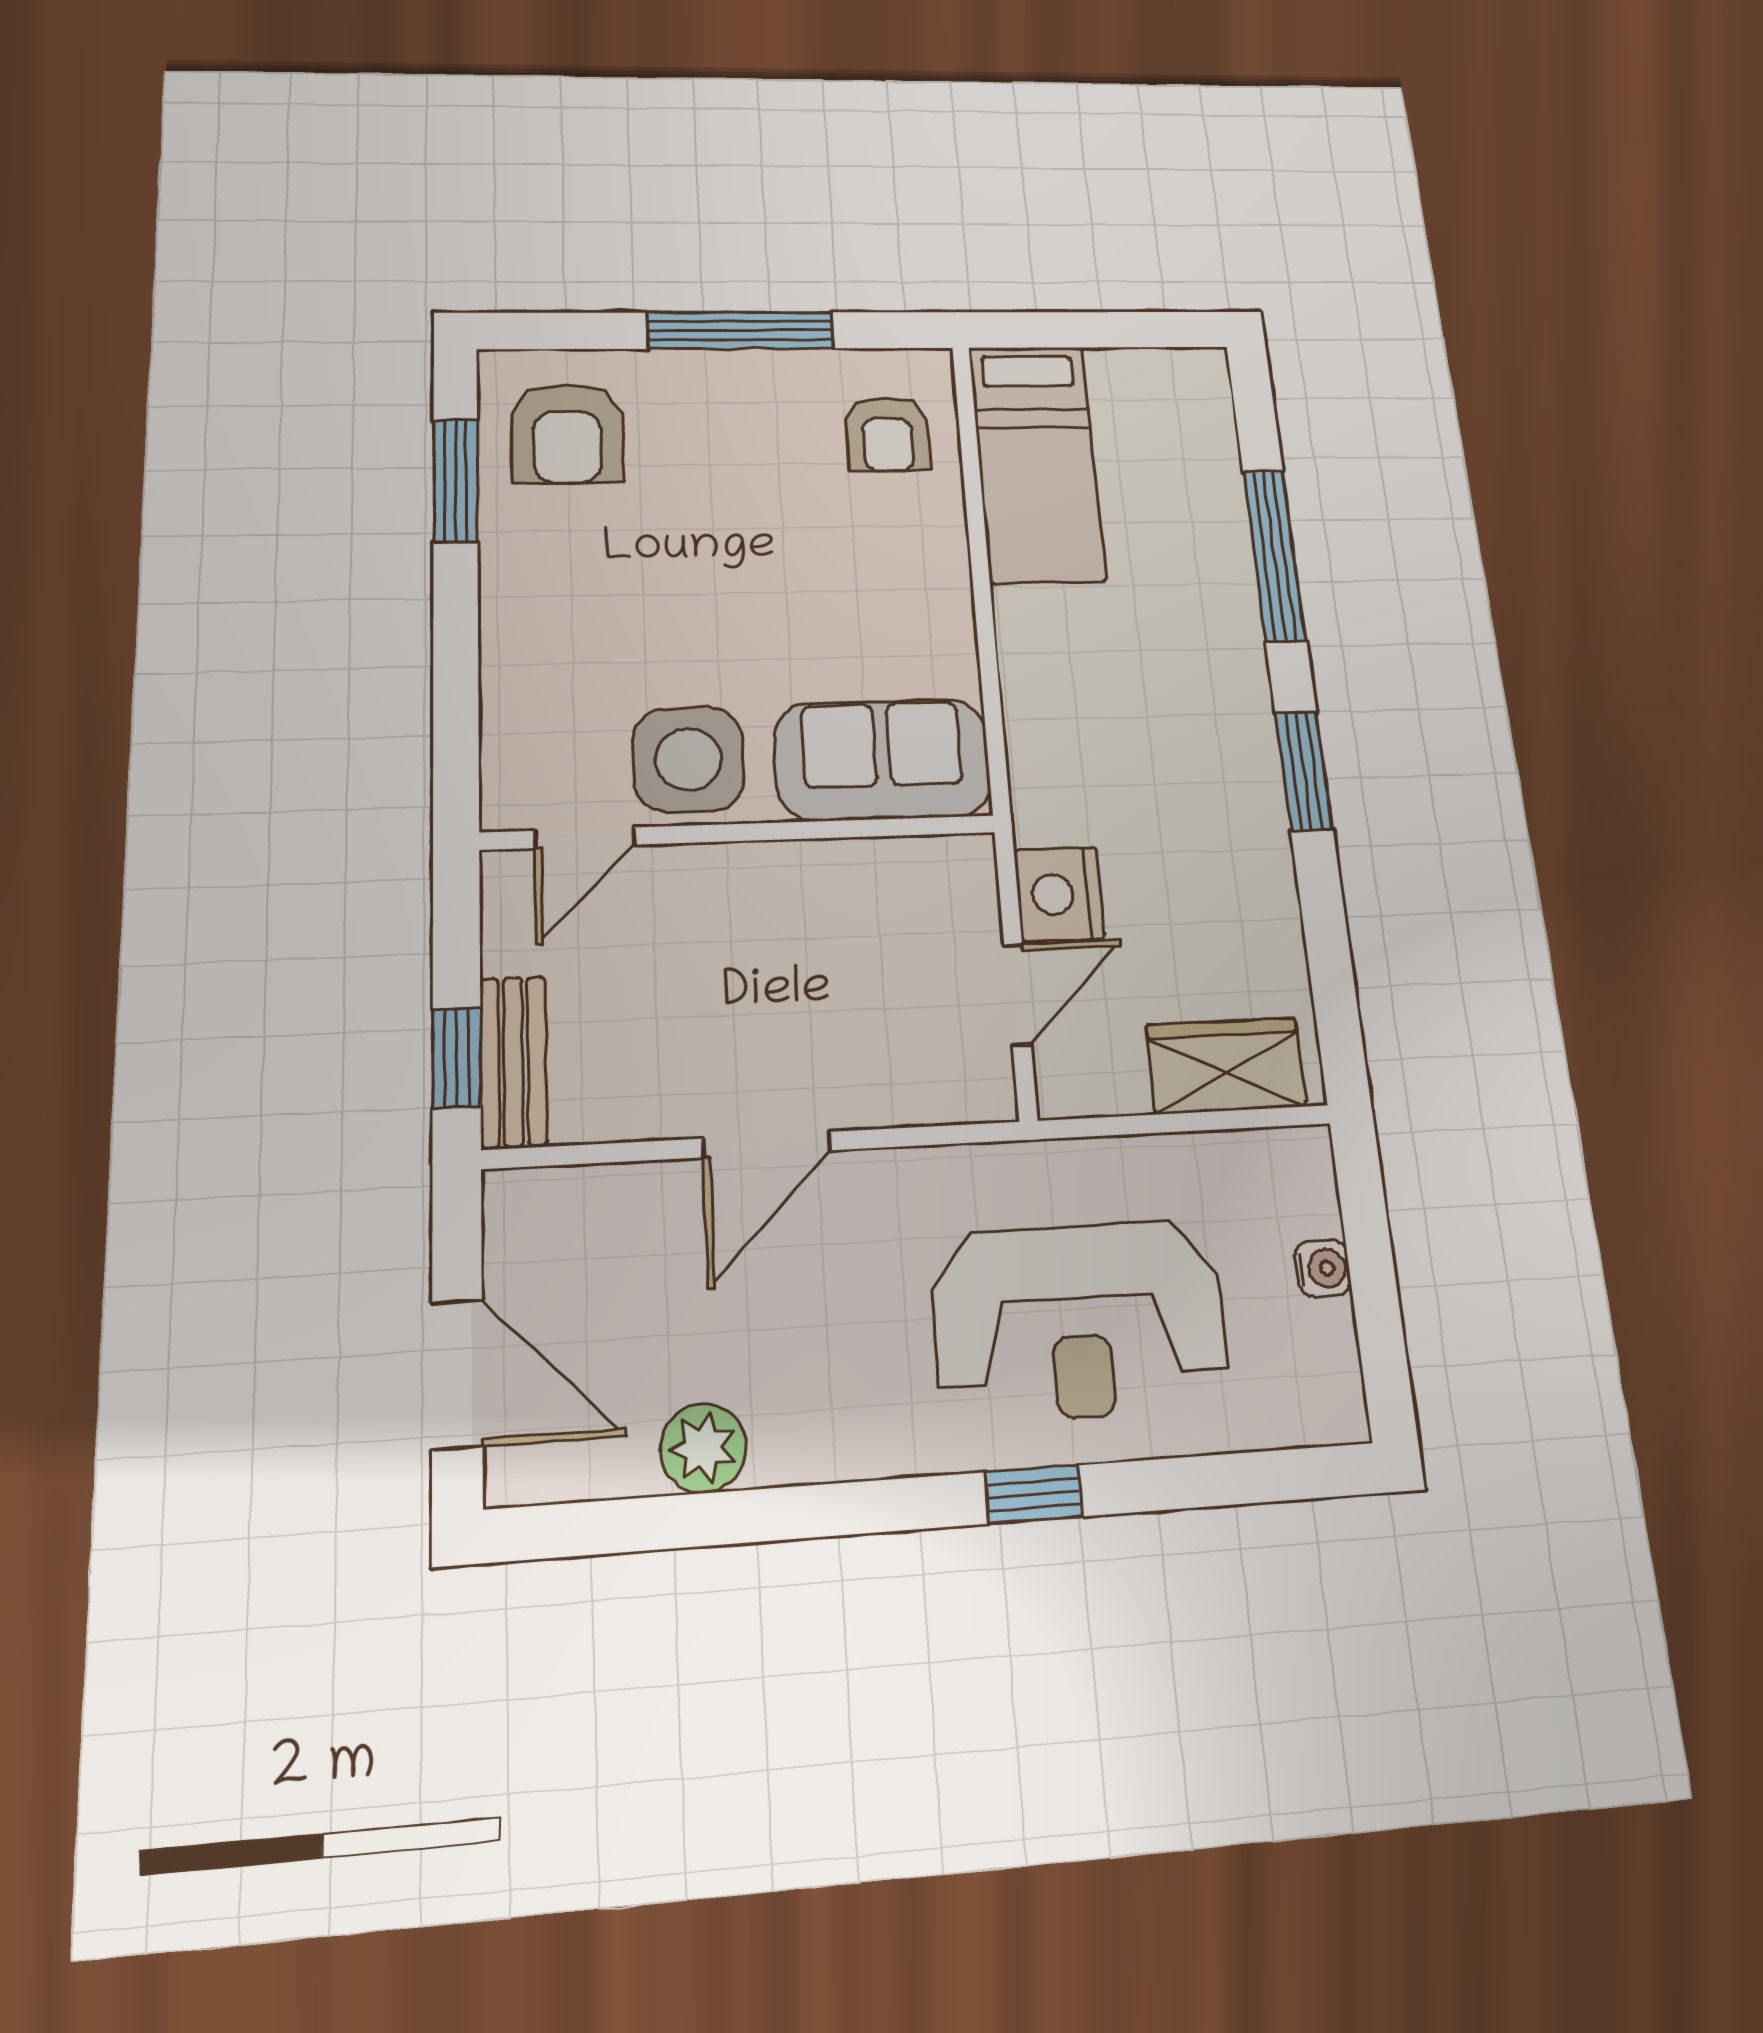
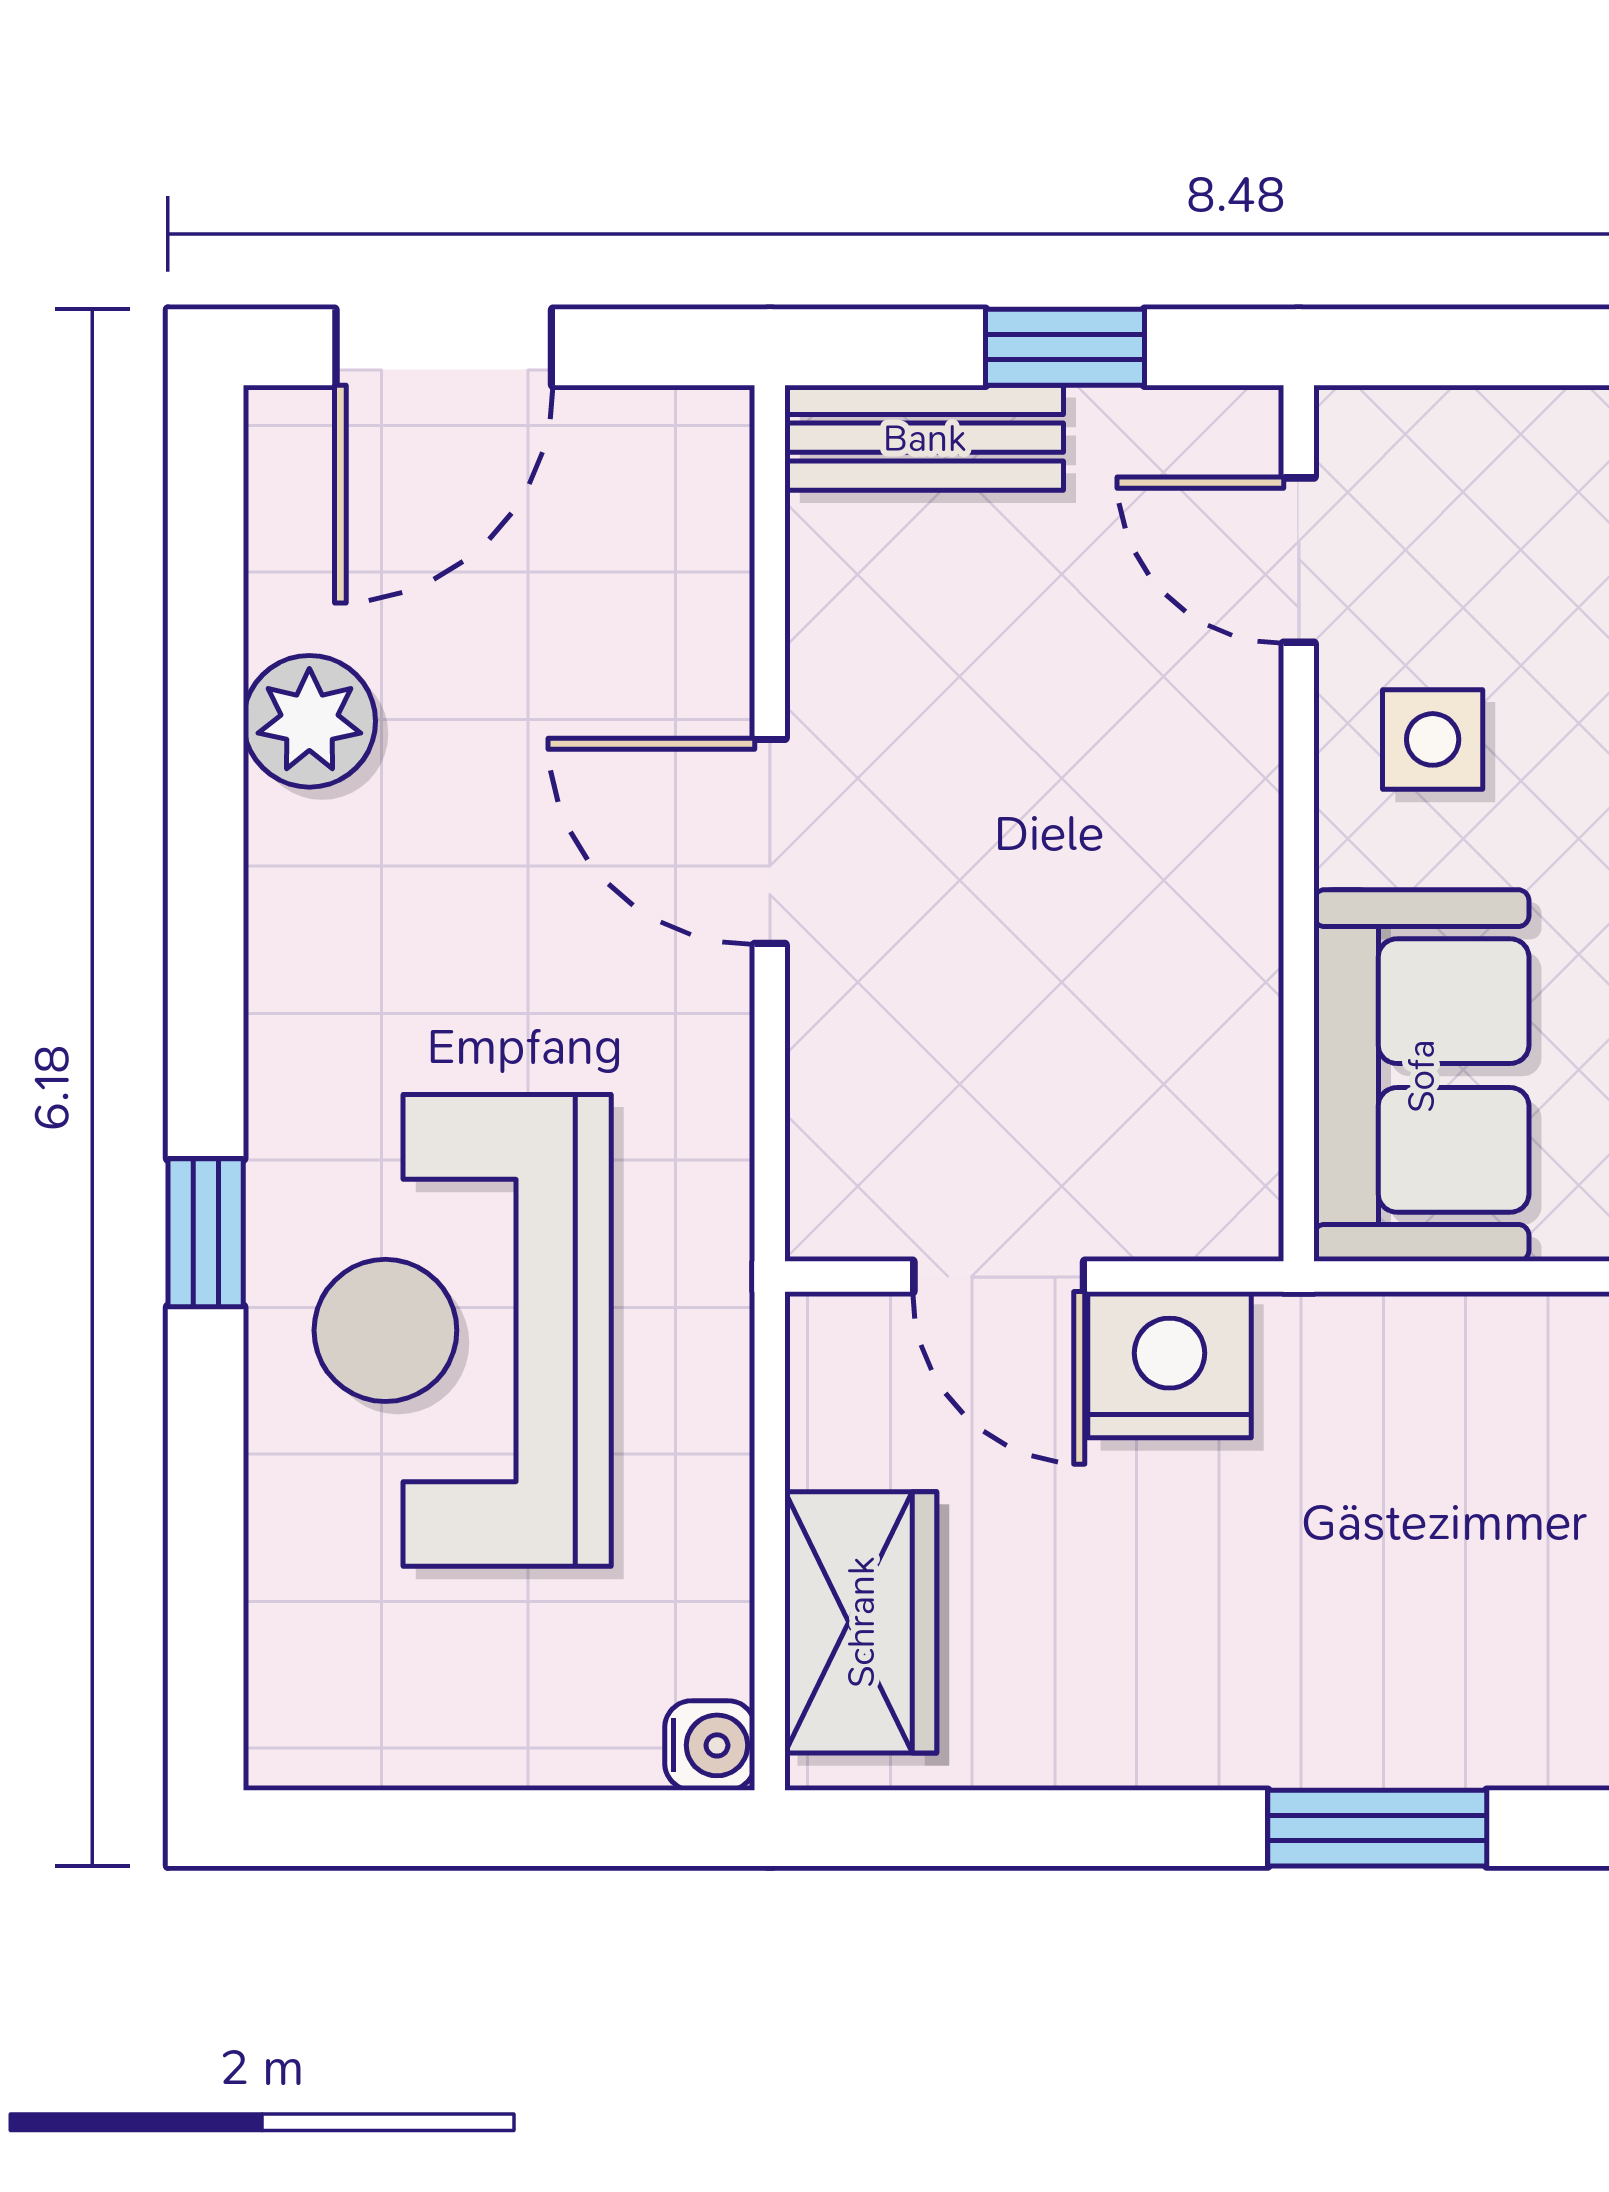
side table: (688, 759) -> (1433, 739), width x0.54, depth x0.54
window: (457, 1058) -> (1065, 347), moved
water cooler: (1323, 1268) -> (710, 1745), moved, turned -90

